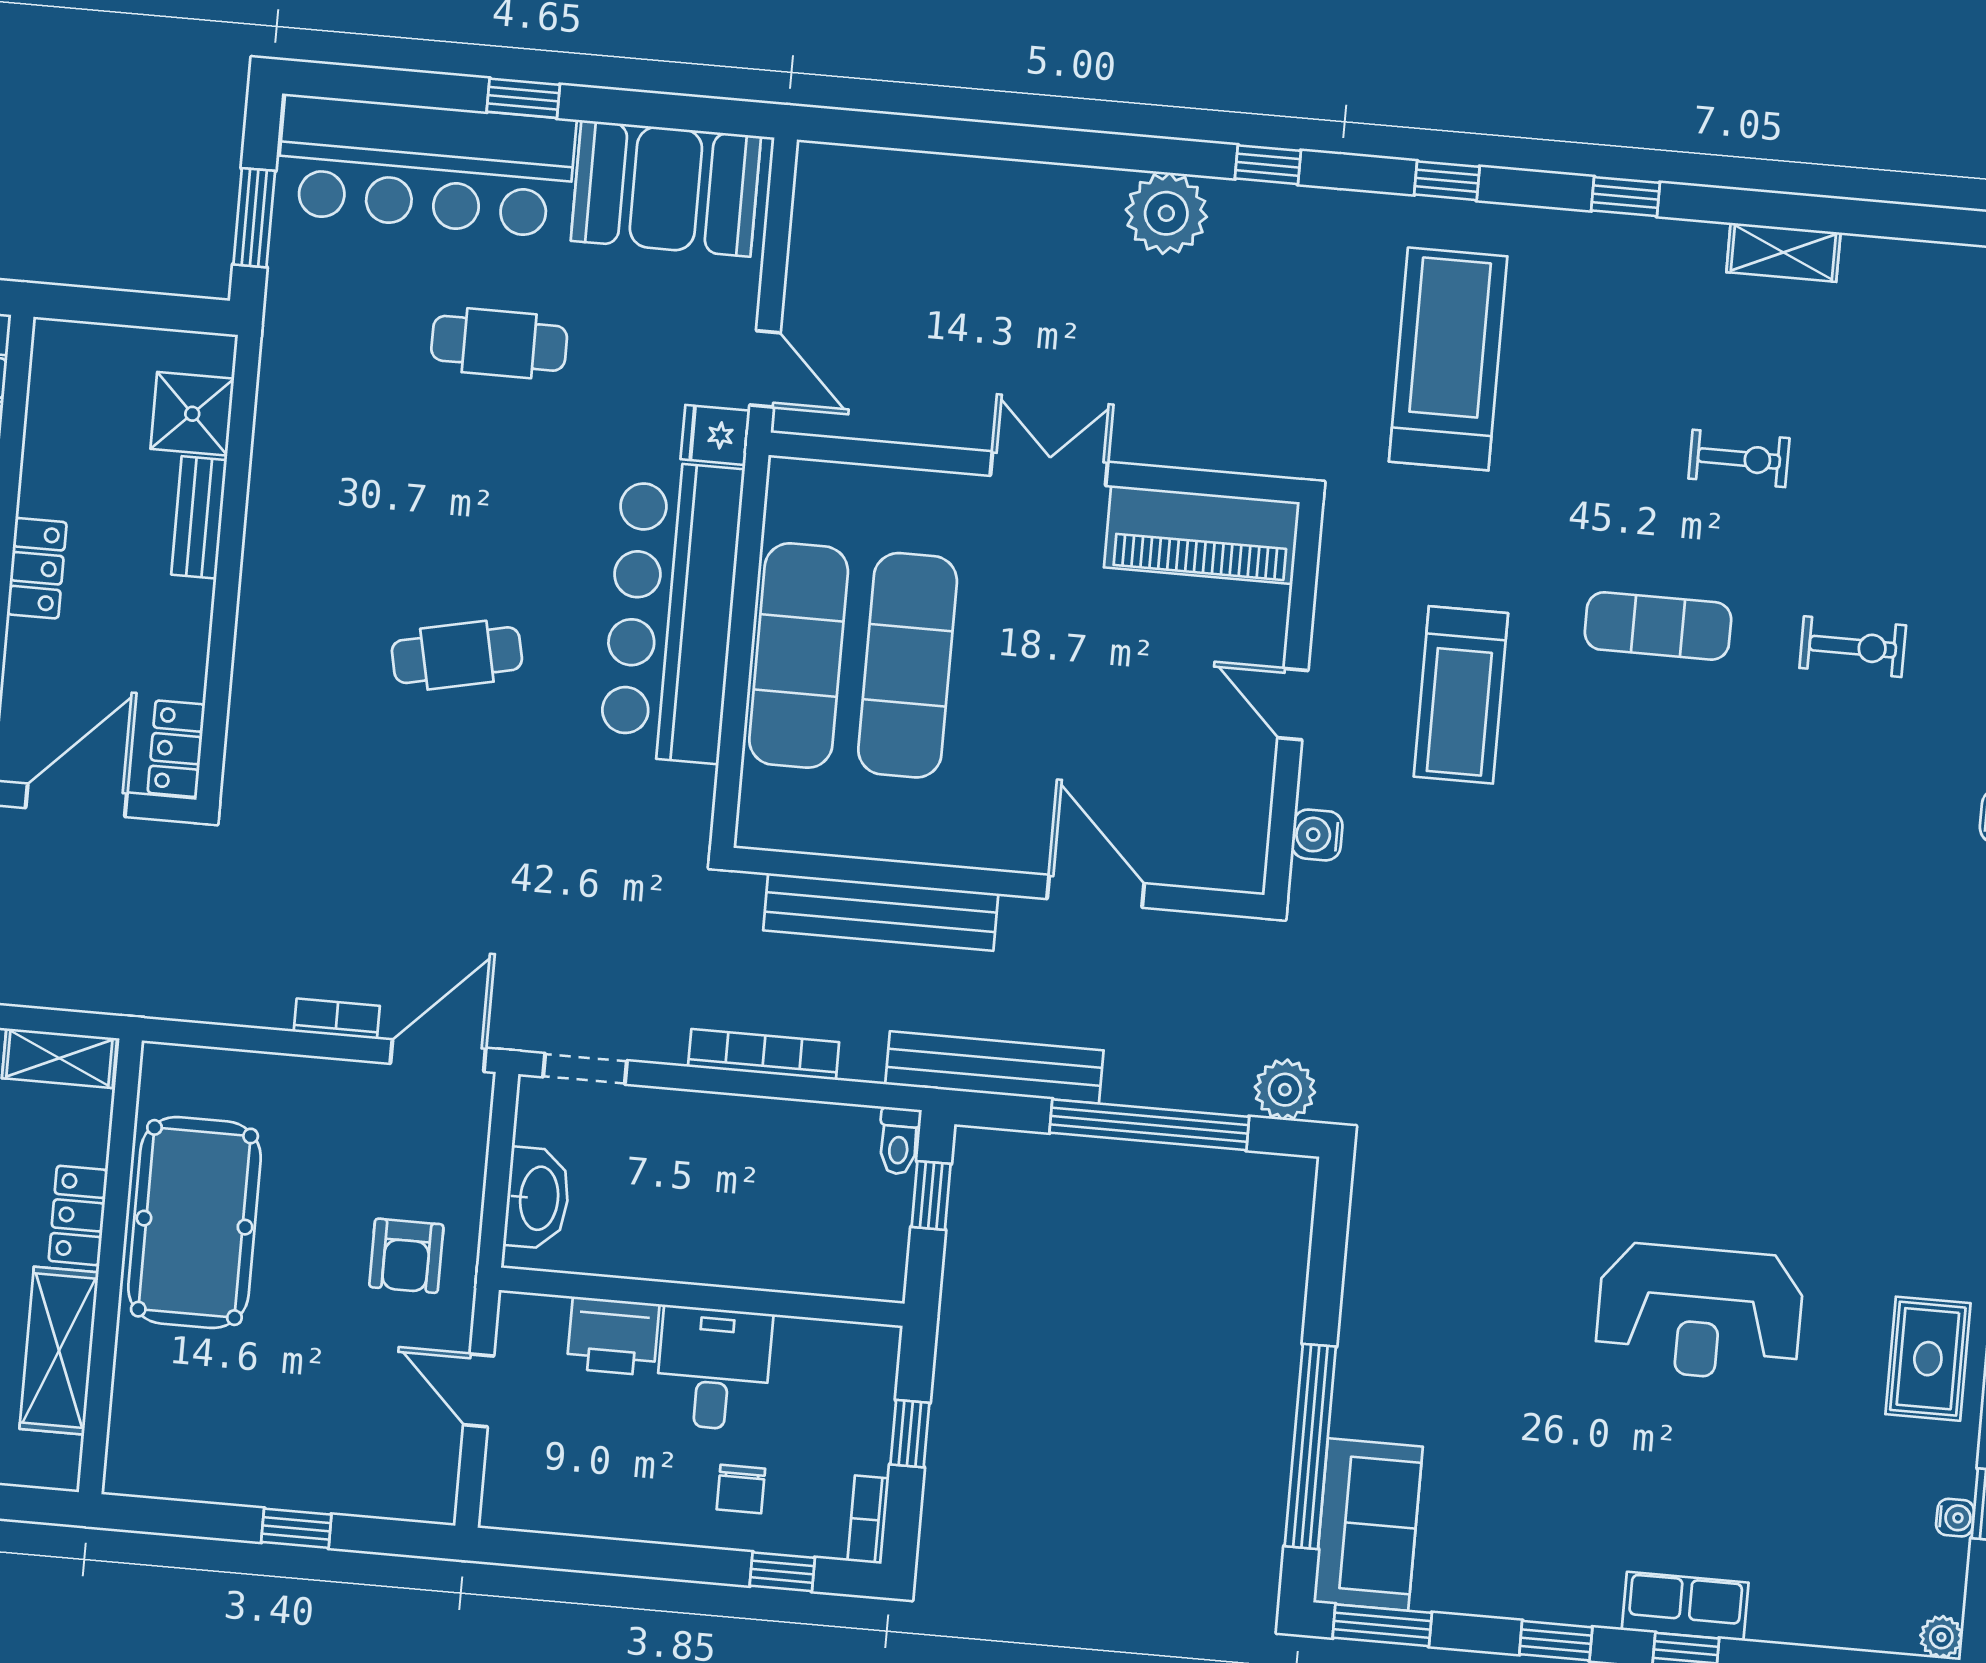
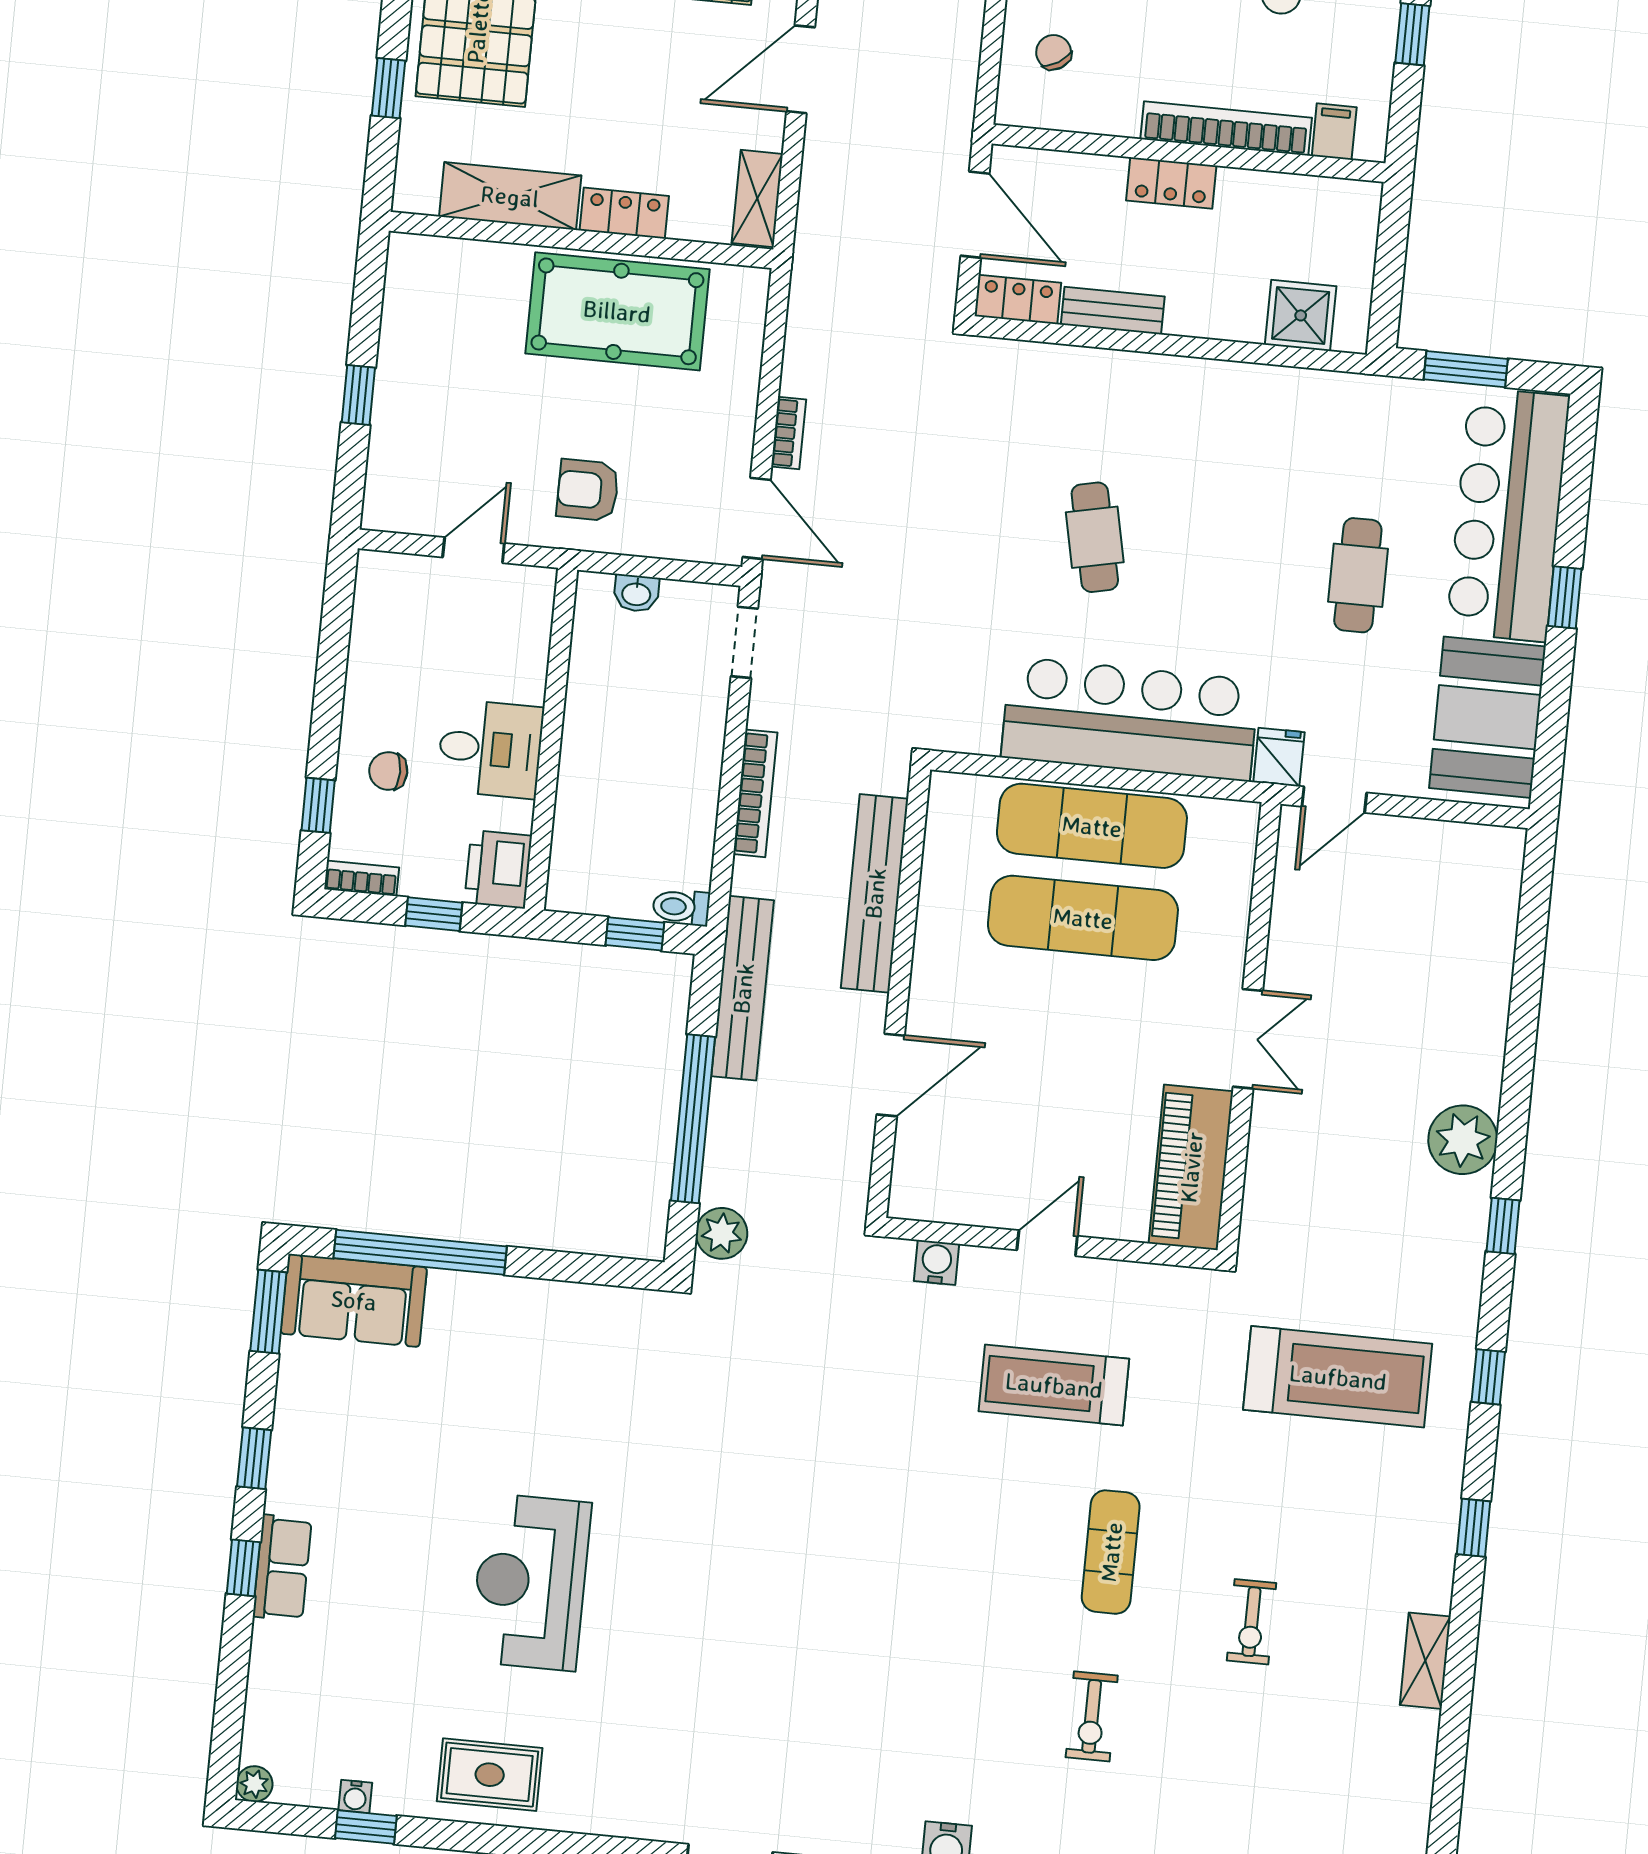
bench: (199, 517) -> (1113, 311), moved
washbasin: (537, 1198) -> (636, 593), width x0.52, depth x0.69
printer: (613, 1336) -> (498, 869), moved

